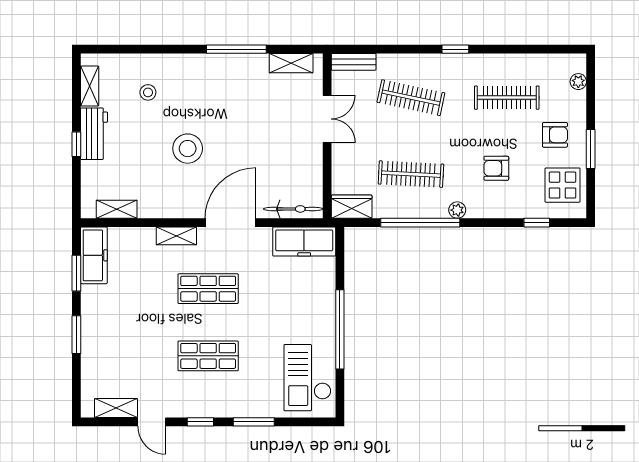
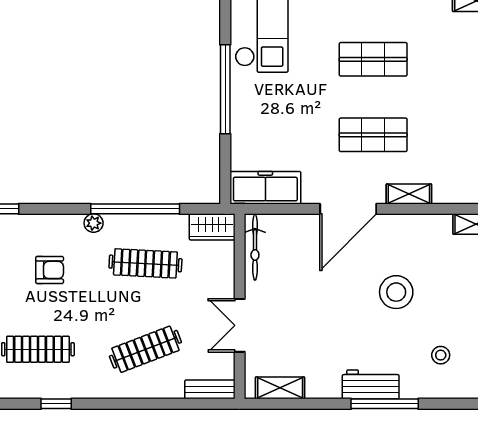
window: (236, 49) -> (385, 404), moved
window: (455, 49) -> (56, 404), moved
workbench: (210, 66) -> (371, 384), added
clothes rail: (411, 98) -> (145, 349), turned -33
bicycle: (293, 209) -> (255, 247), moved, turned -90

